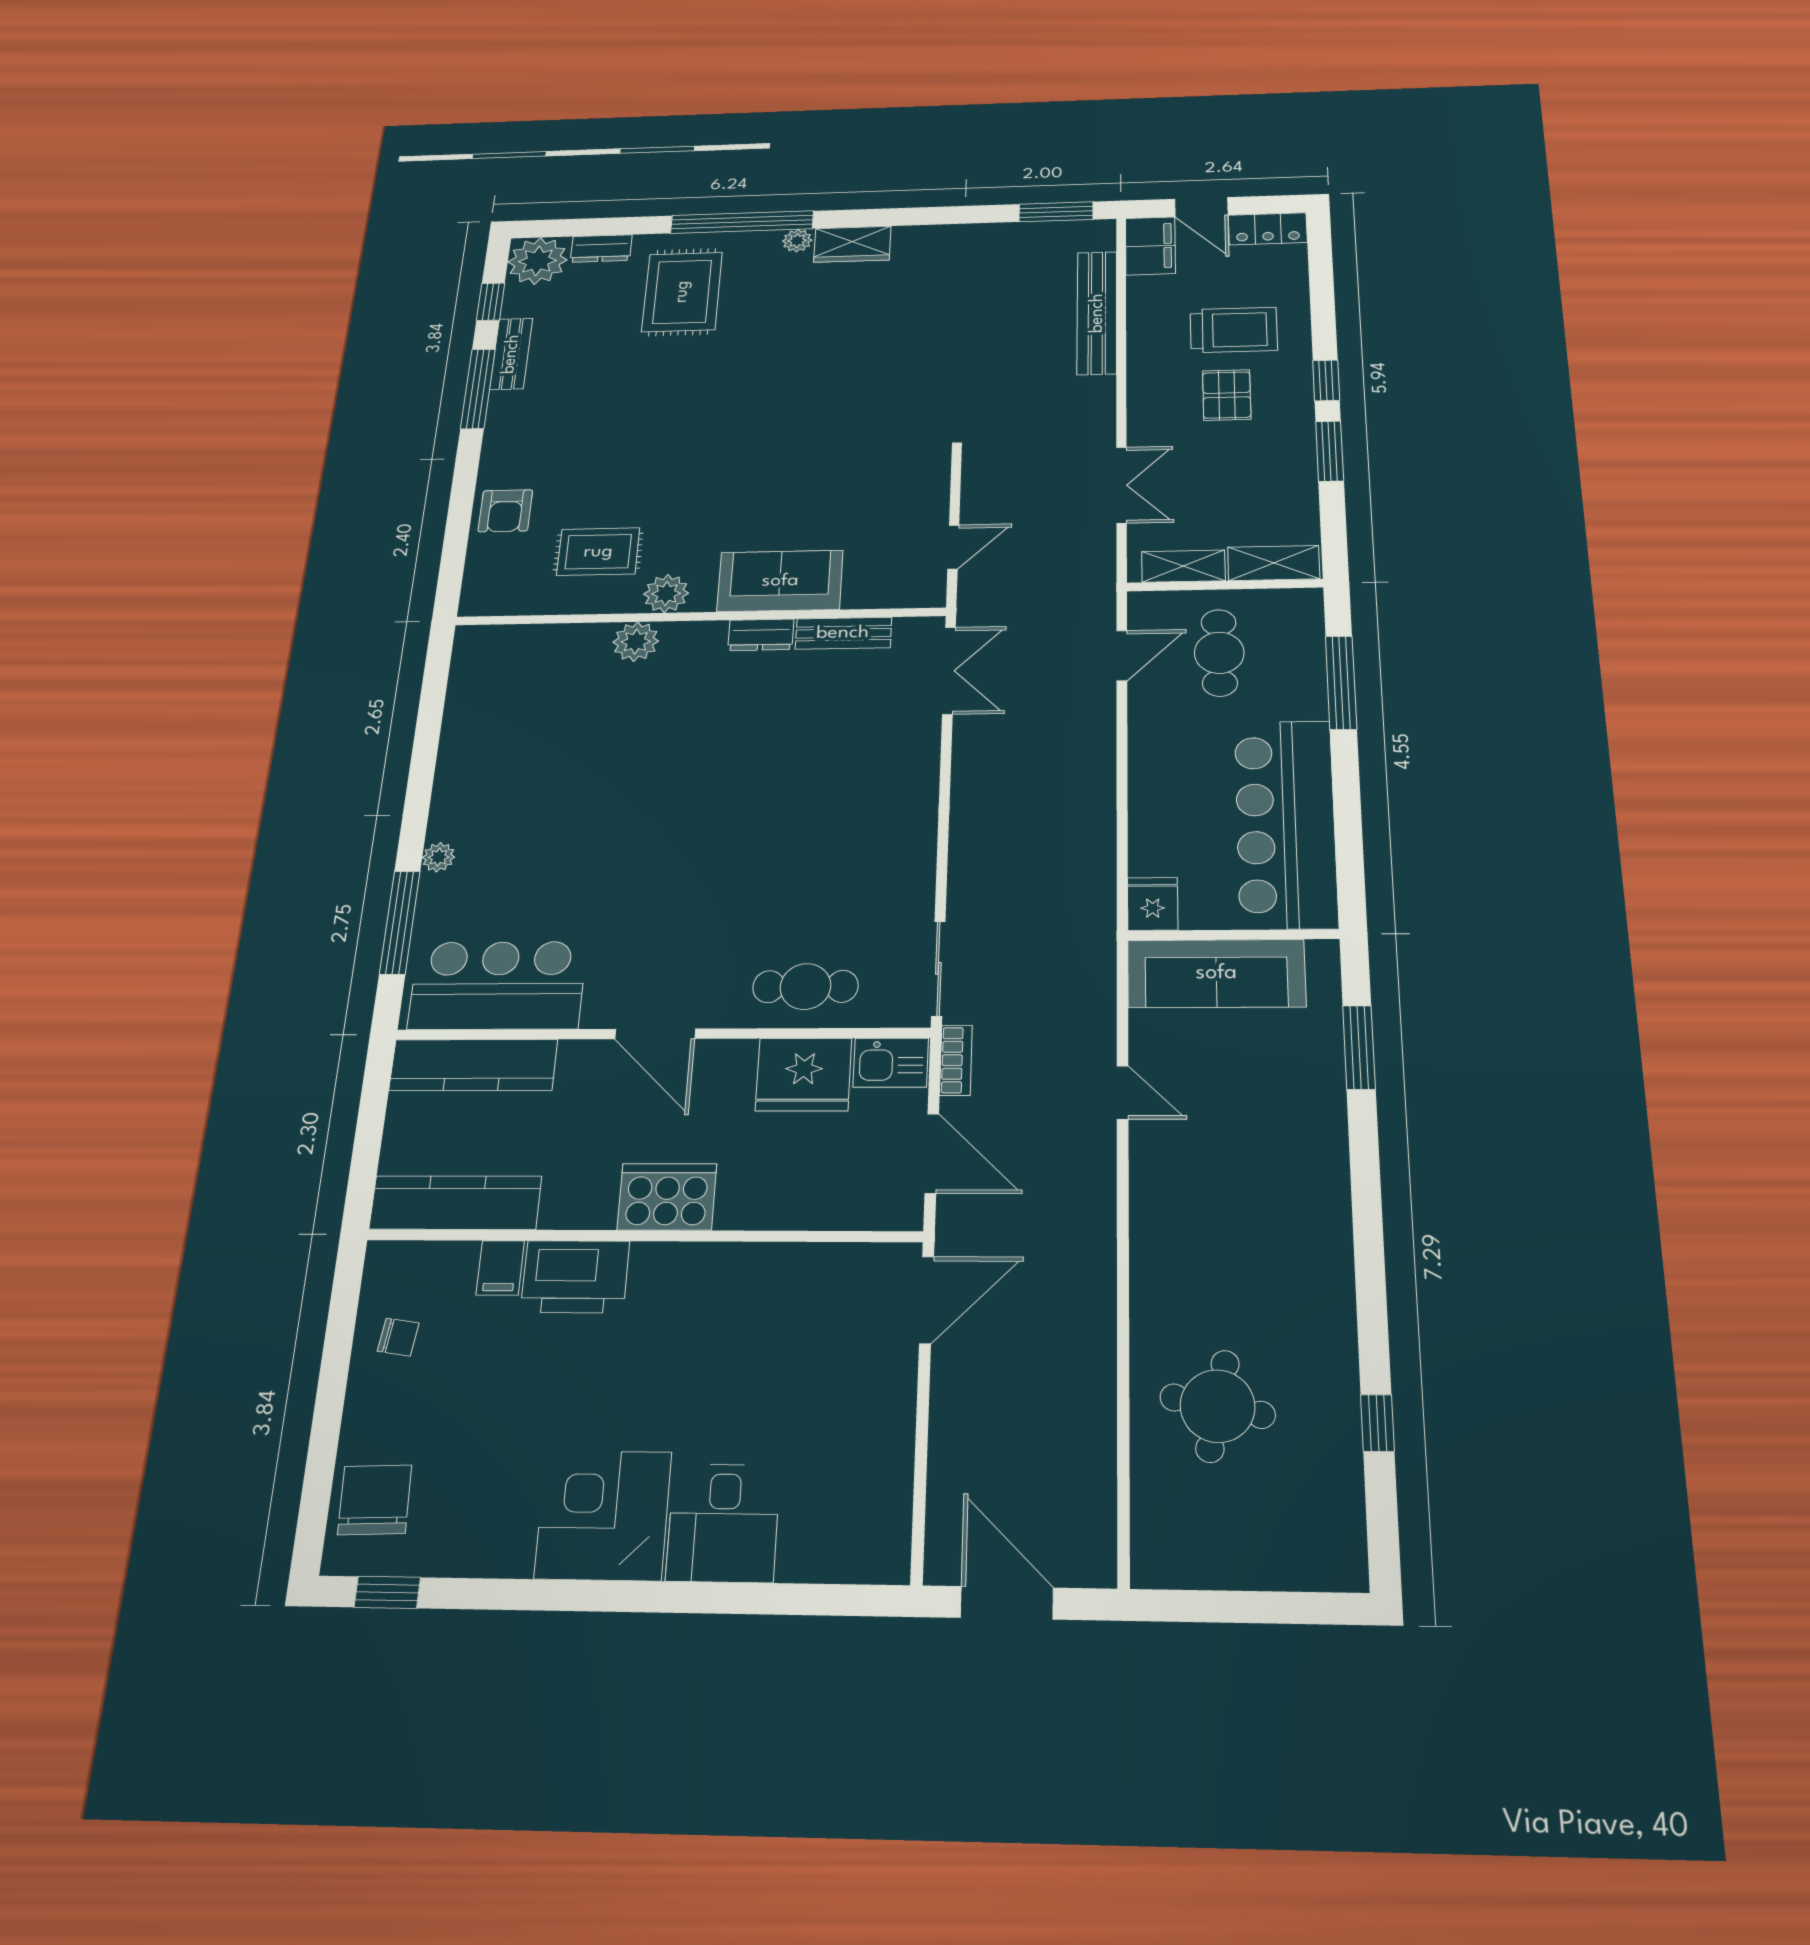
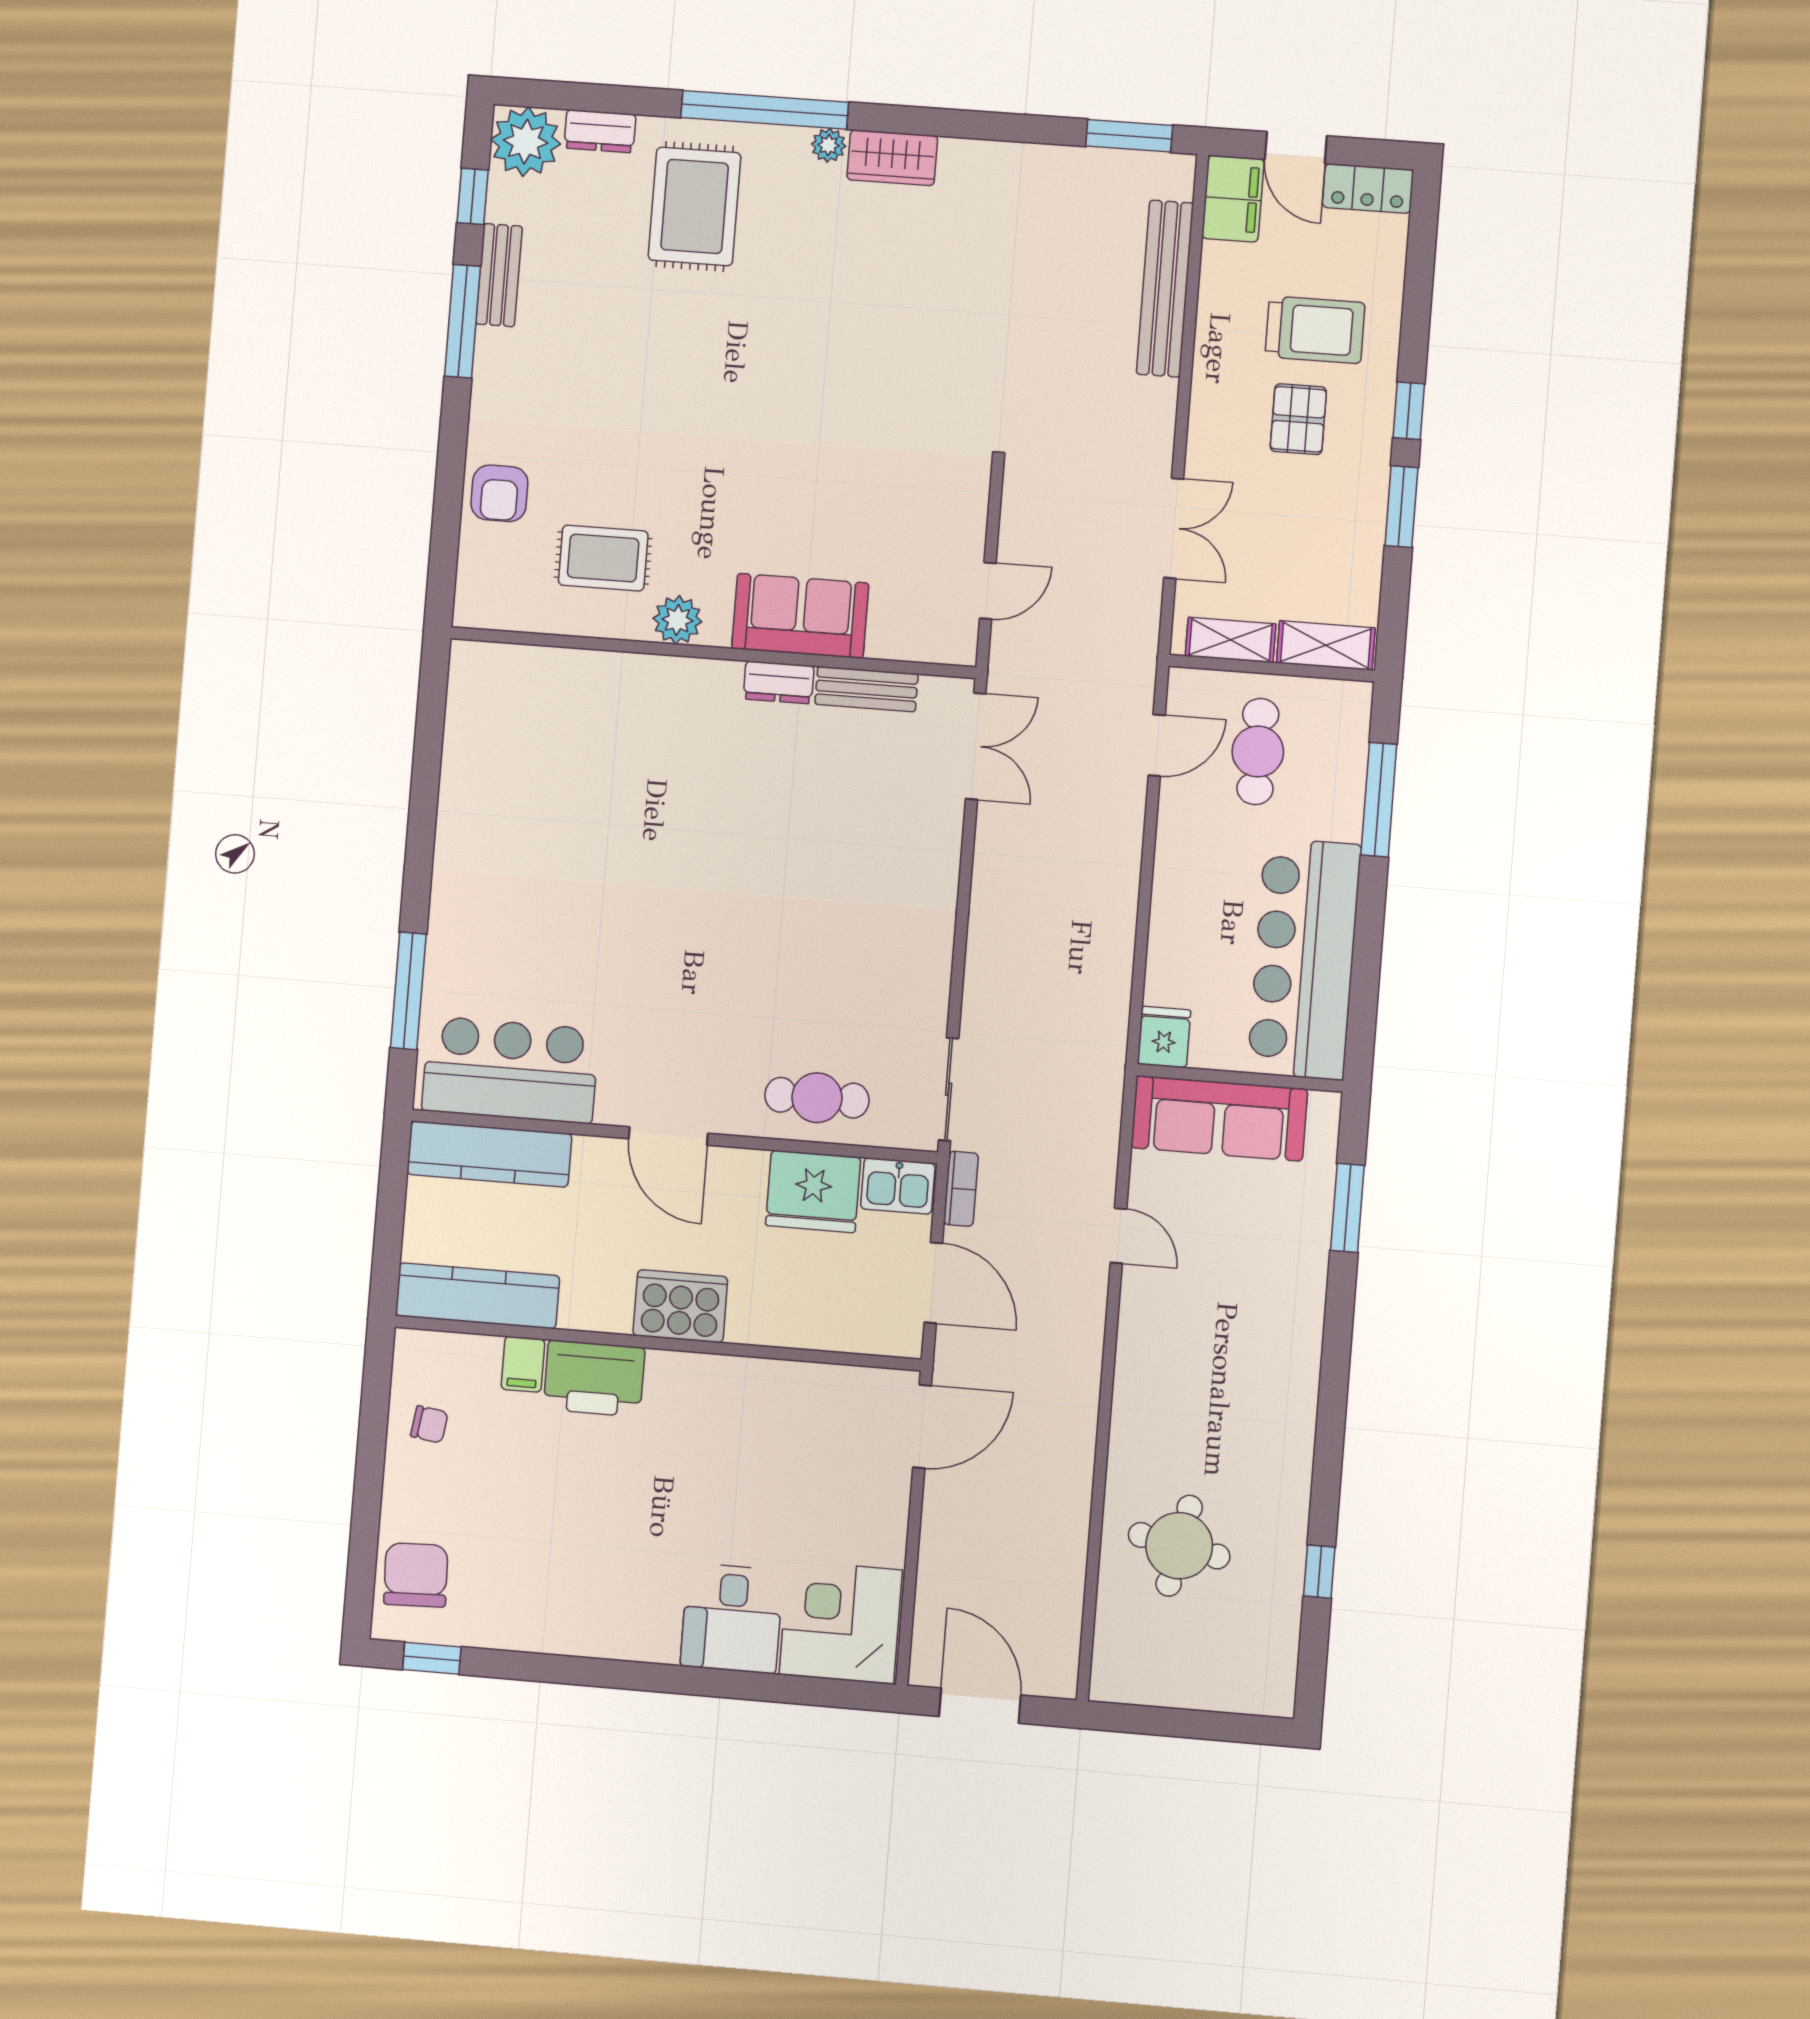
plant: (636, 642) -> (645, 678), removed
plant: (439, 857) -> (445, 920), removed
corner desk: (603, 1515) -> (841, 1622), moved

